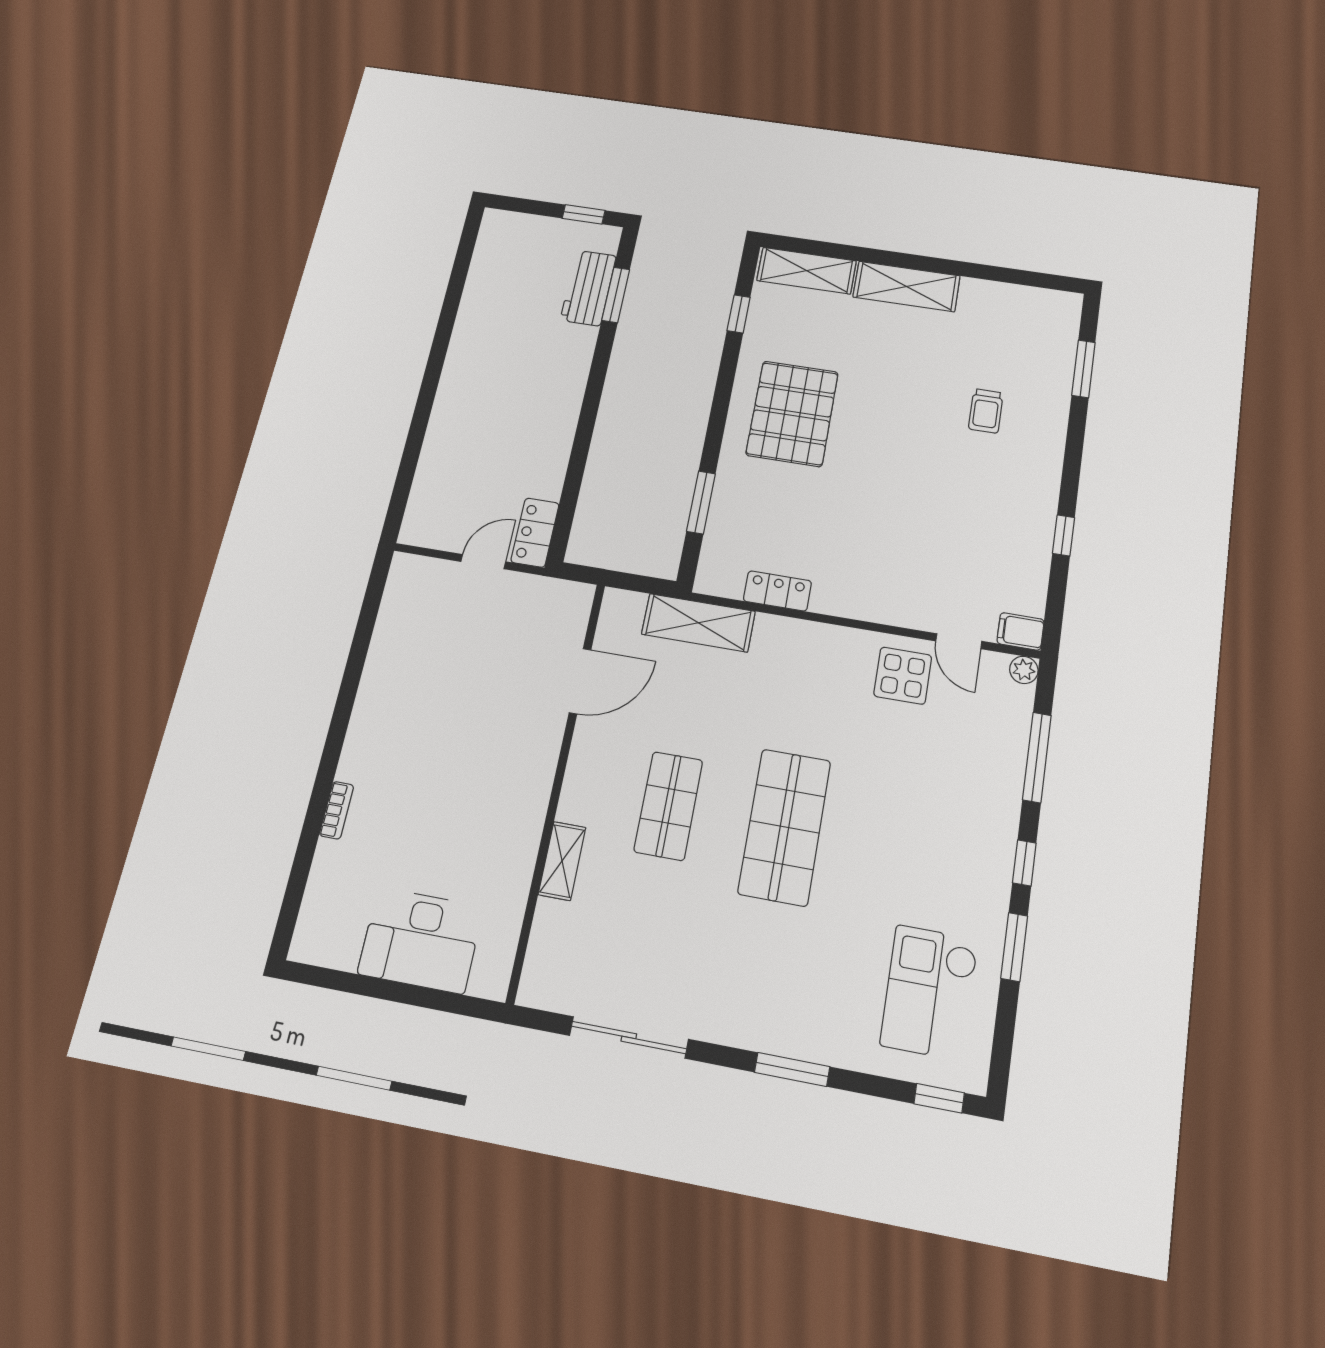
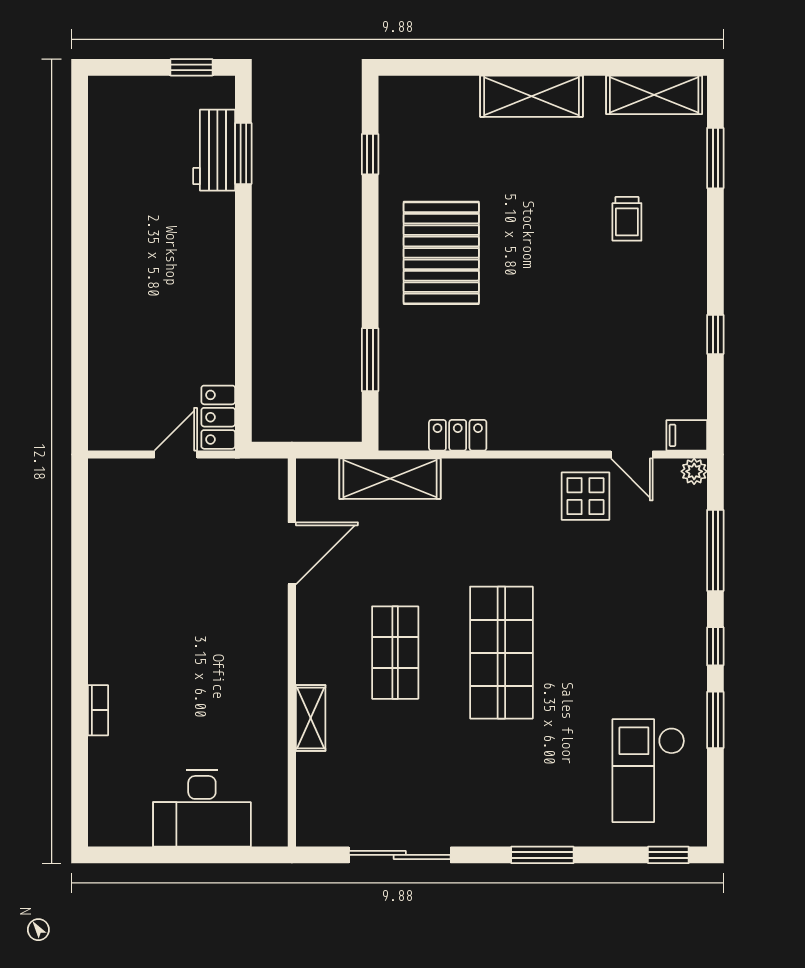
shelving: (807, 271) -> (654, 95), moved

